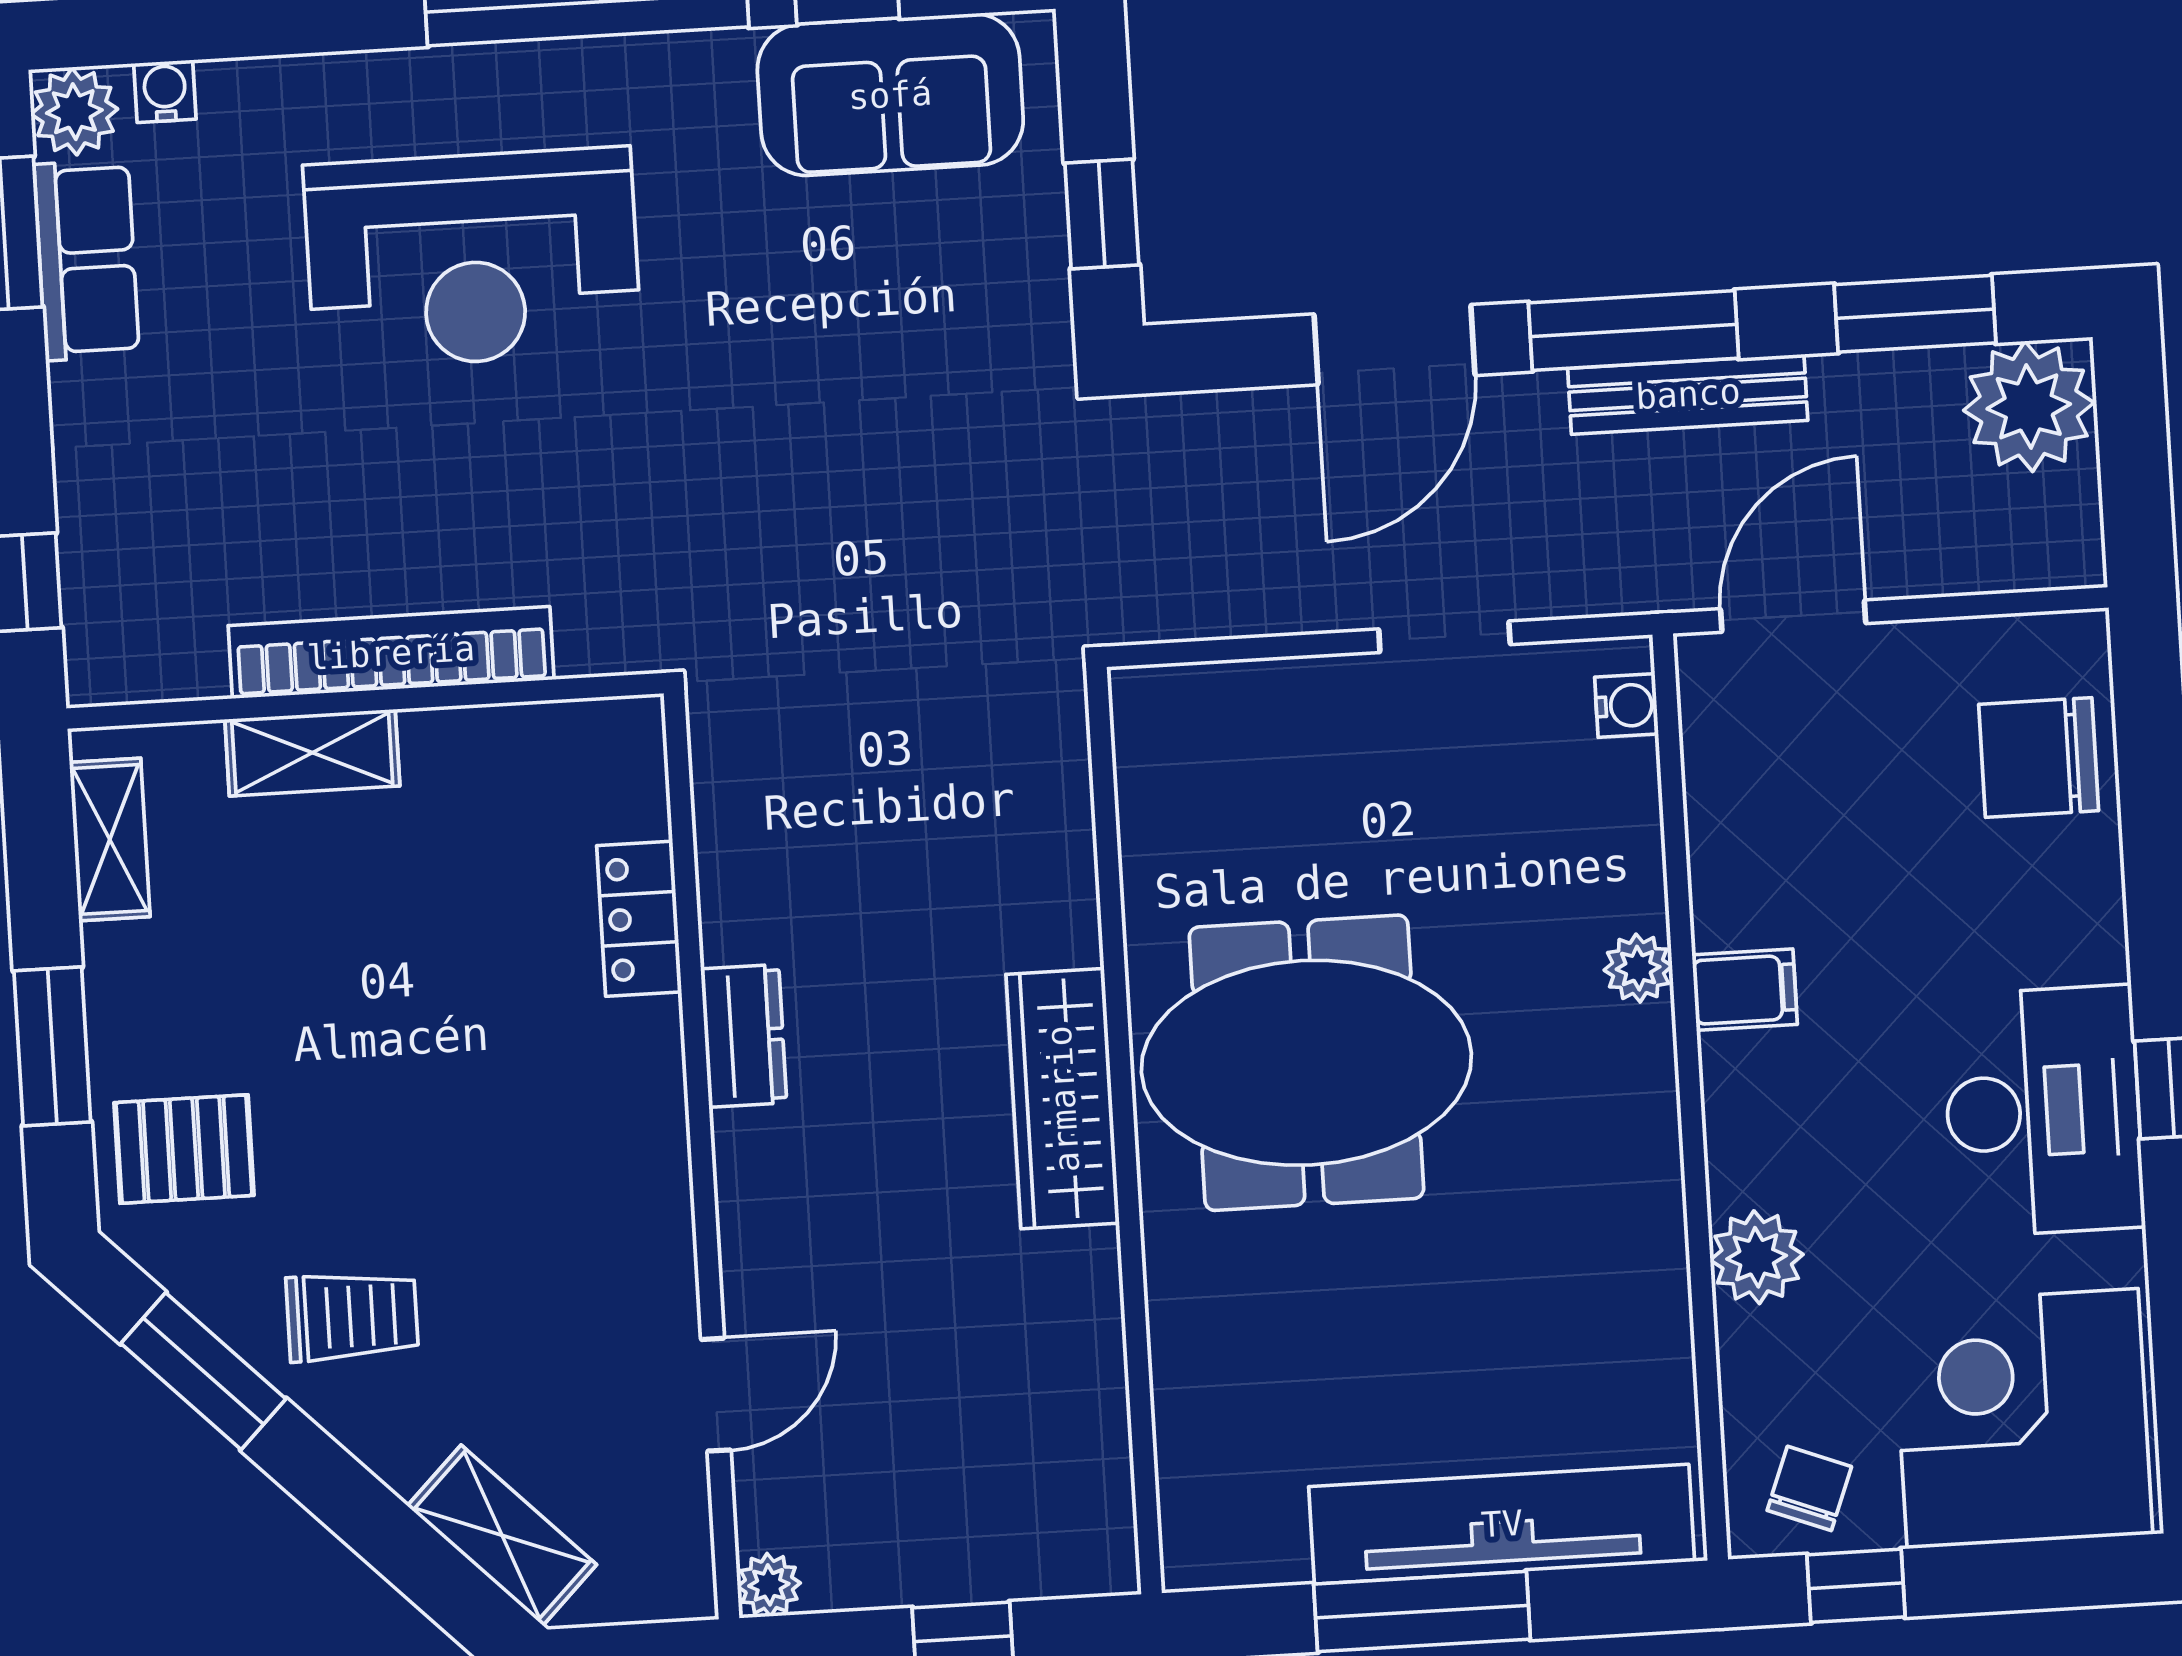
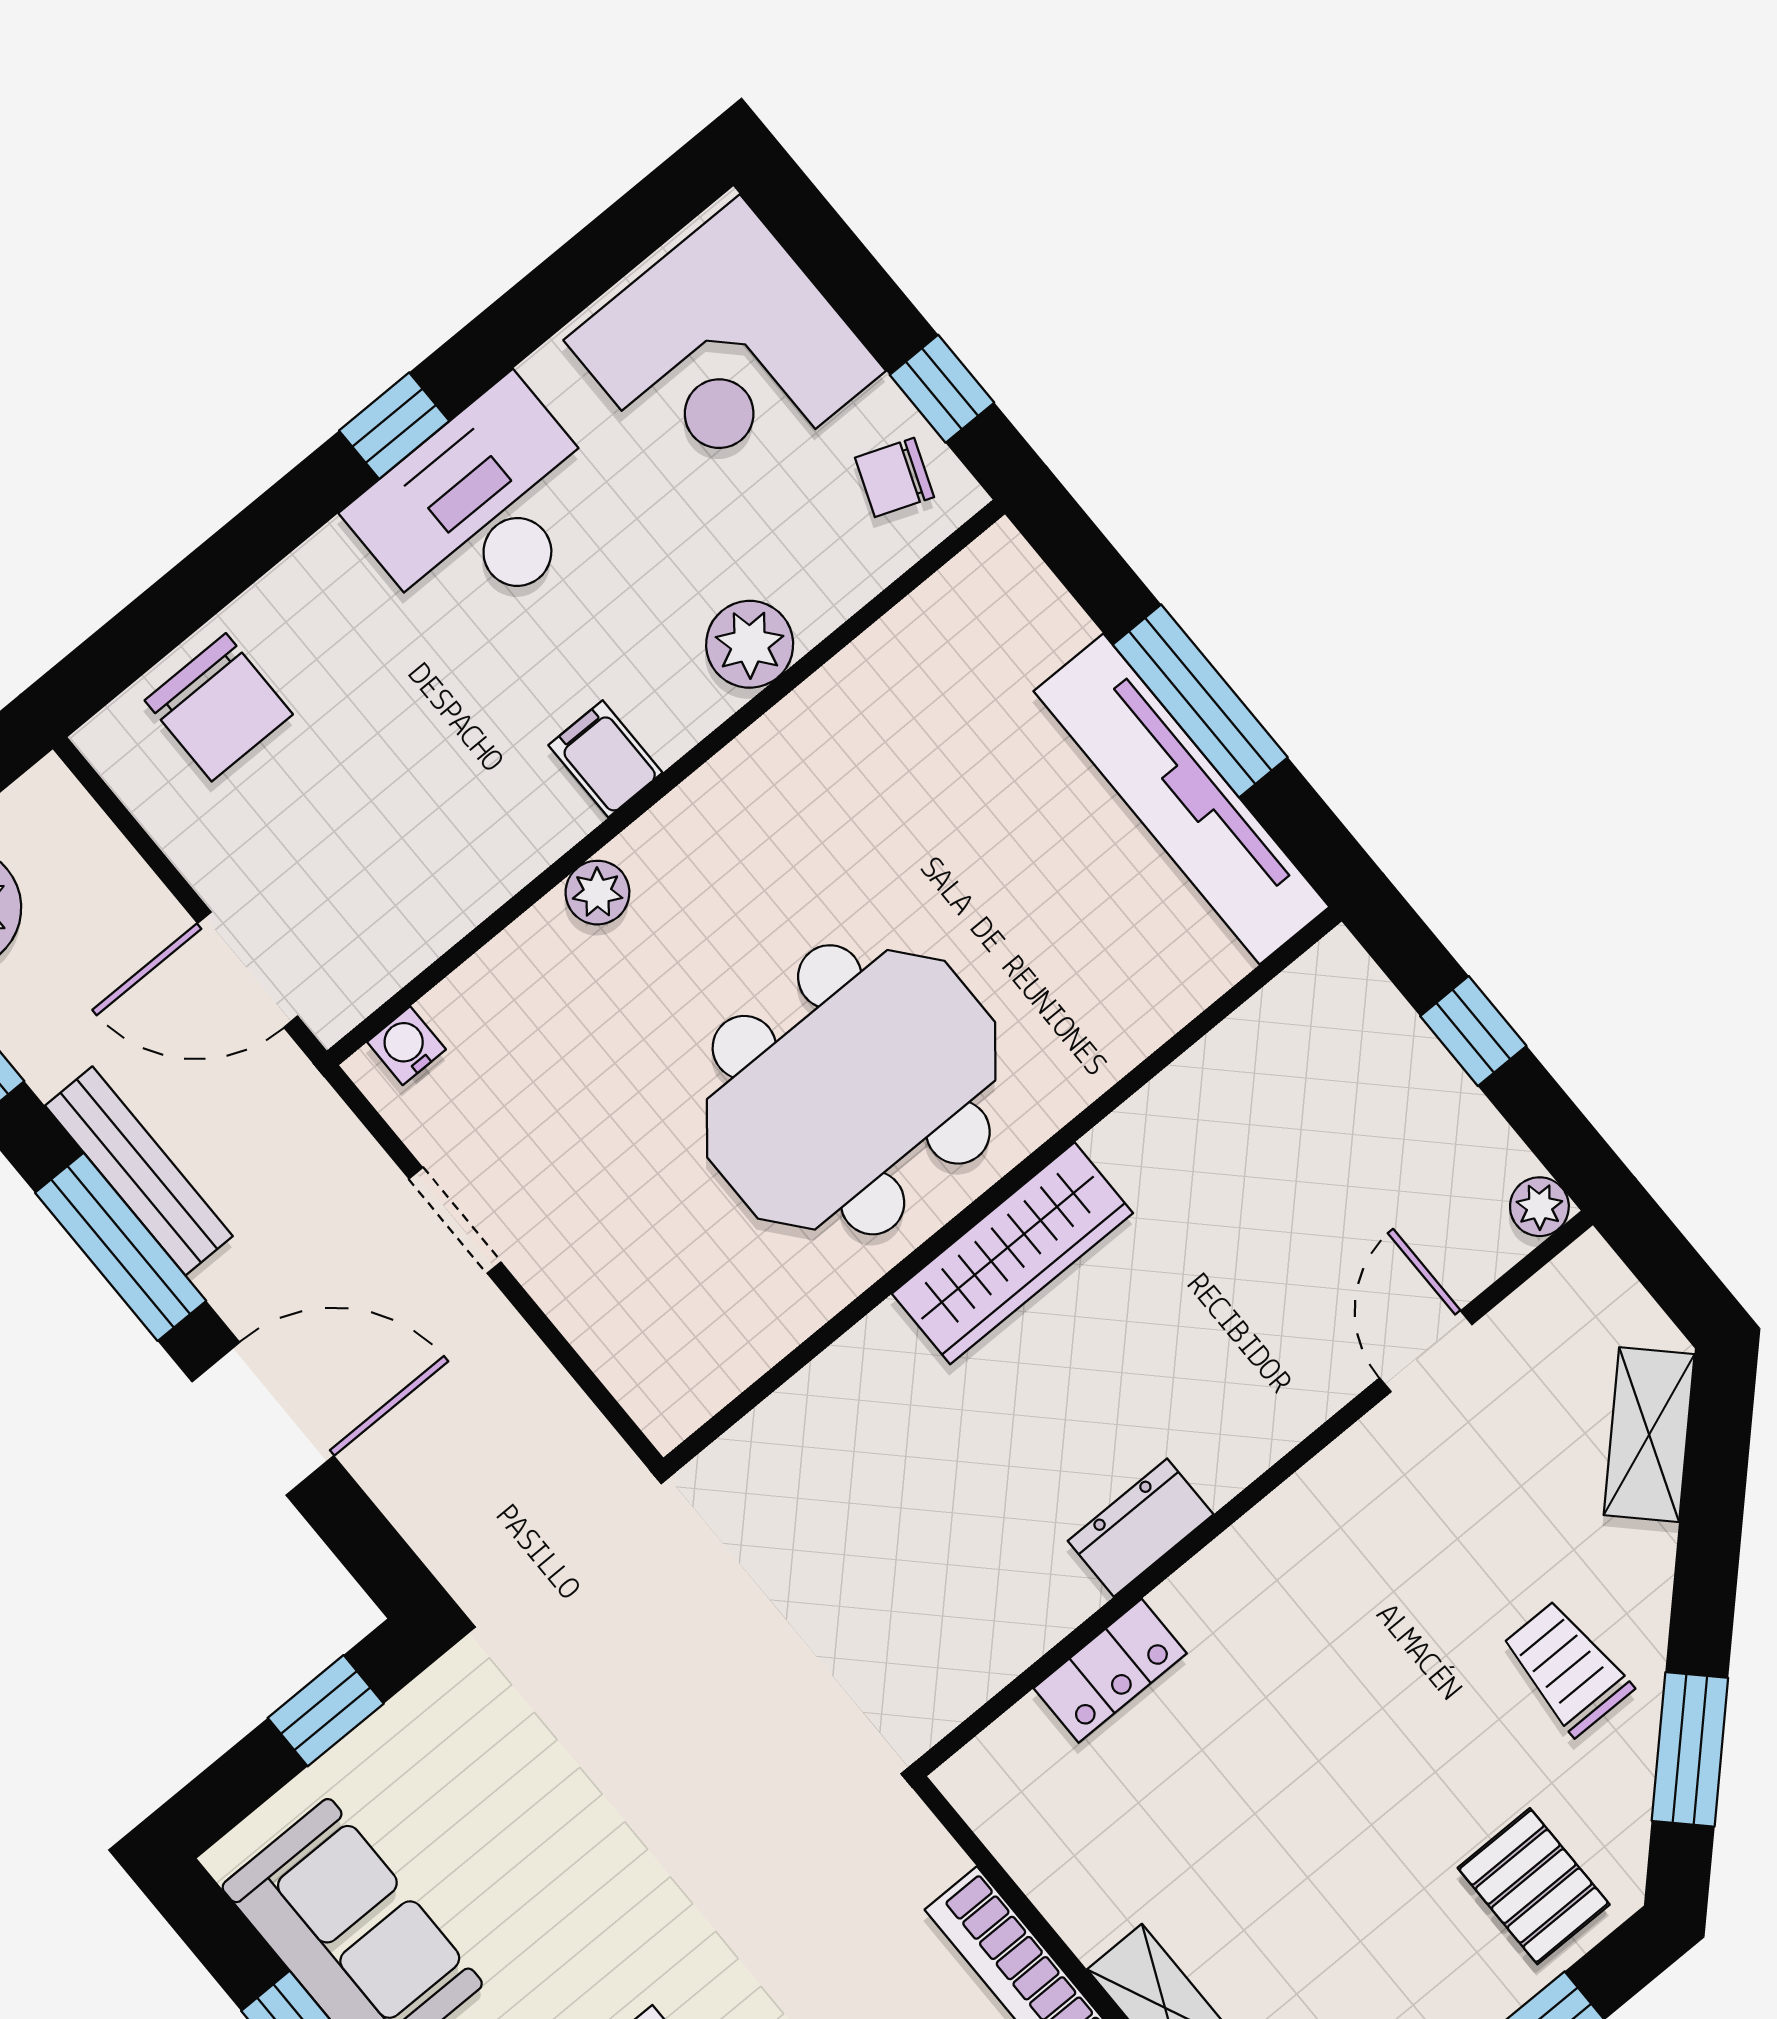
filing cabinet: (1745, 990) -> (605, 759), moved
meeting table: (1306, 1063) -> (851, 1090), turned 90
door: (716, 1395) -> (1426, 1351), hinge flipped
tv unit: (1502, 1524) -> (1181, 799), moved

